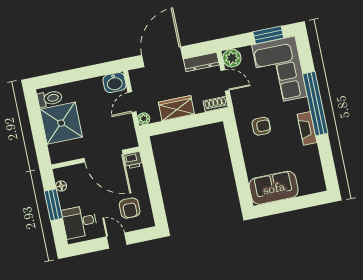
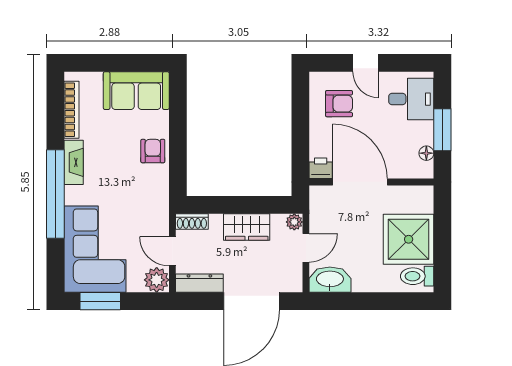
washbasin: (115, 83) -> (330, 280), width x1.38
armchair: (261, 126) -> (153, 151), moved, turned 90
bookcase: (316, 165) -> (72, 110), added
armchair: (130, 208) -> (339, 104), turned 90

